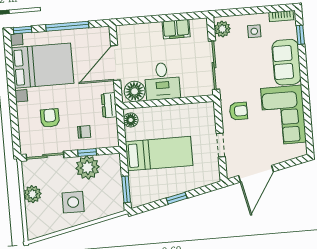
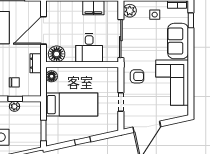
desk: (162, 81) -> (89, 48), moved
plant: (88, 168) -> (14, 106), width x0.53, depth x0.53

